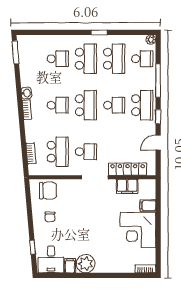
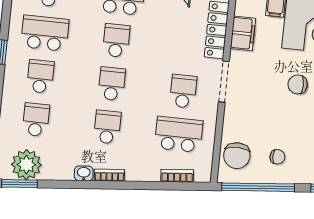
plant: (28, 56) -> (26, 165), added
school desk: (86, 59) -> (40, 76), width x0.54
school desk: (86, 105) -> (112, 84), width x0.54
chair: (48, 191) -> (237, 156), turned 180
window: (29, 206) -> (258, 187), added
chair: (98, 225) -> (298, 84), added

